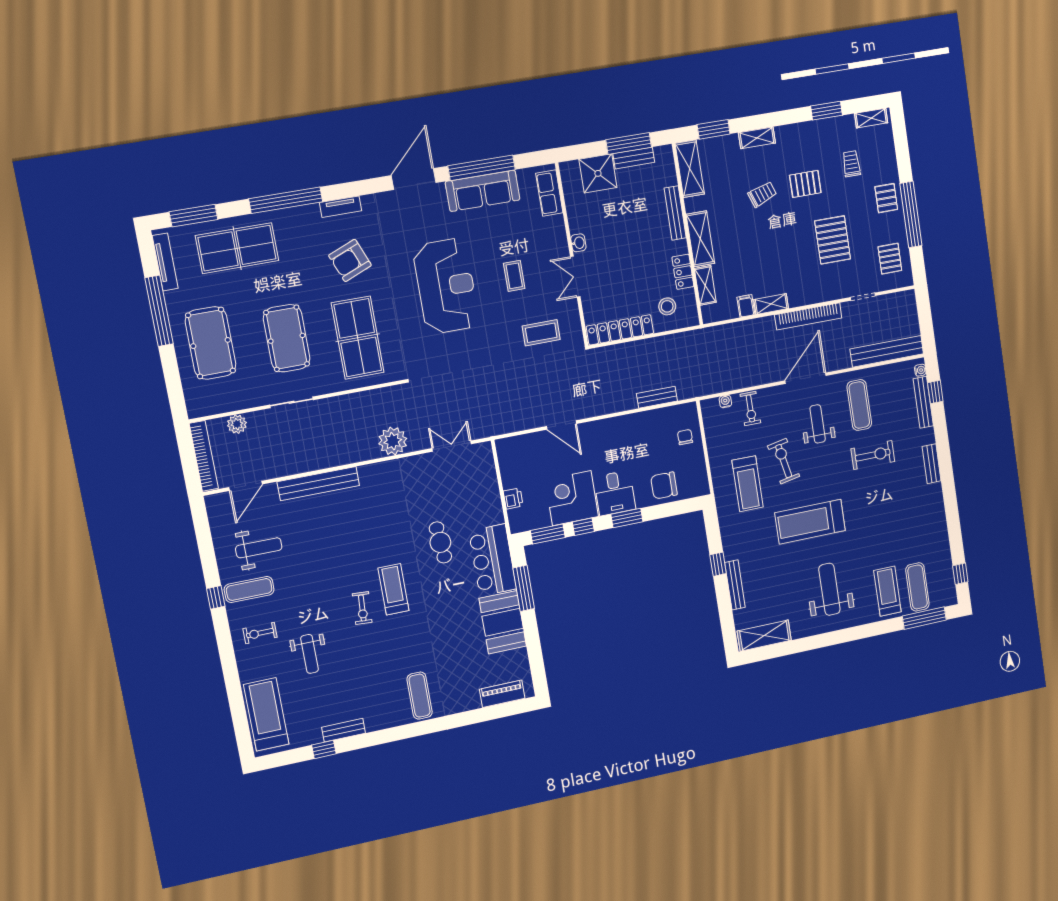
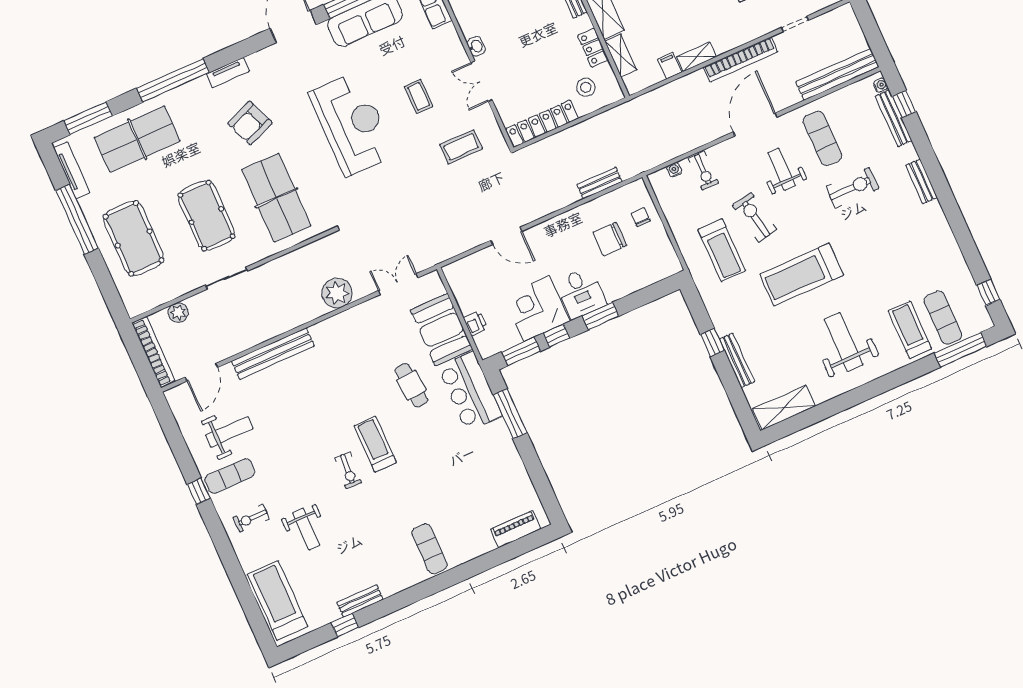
chair: (664, 485) -> (610, 239), moved
booth: (503, 622) -> (442, 330), moved

